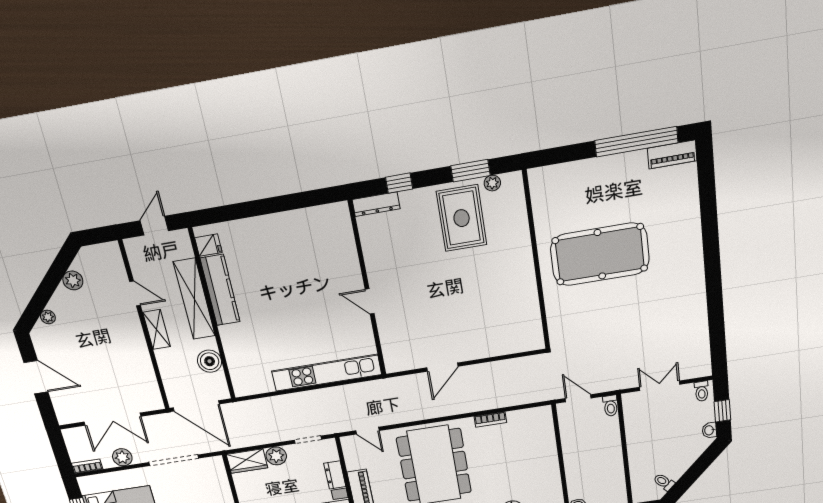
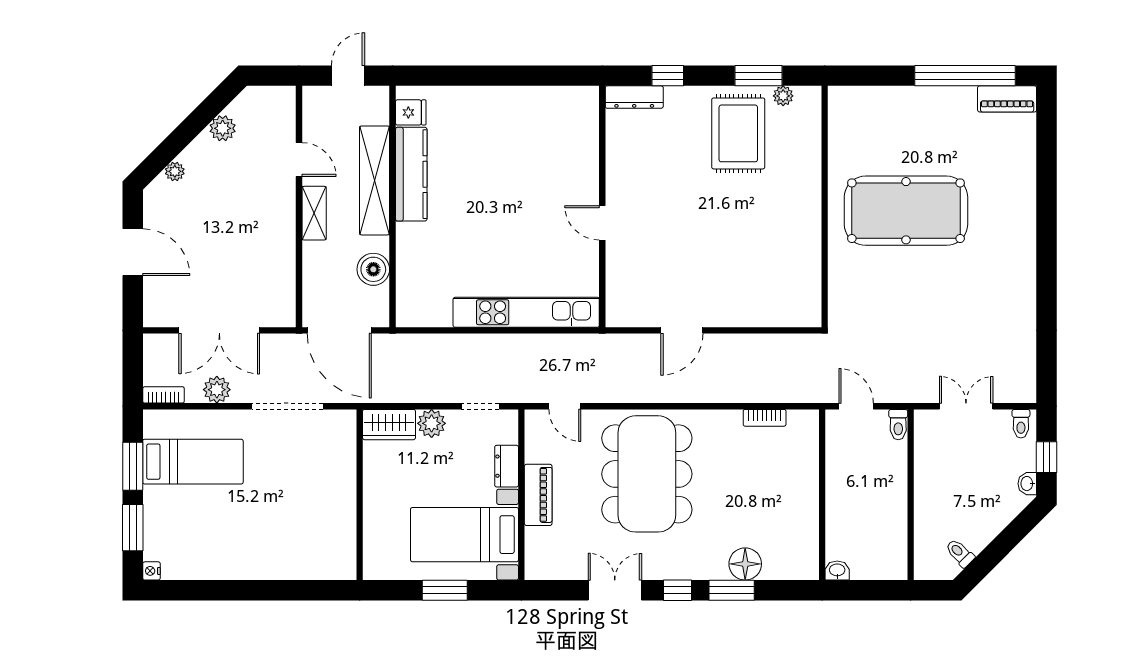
bookcase: (490, 420) -> (765, 418), moved

